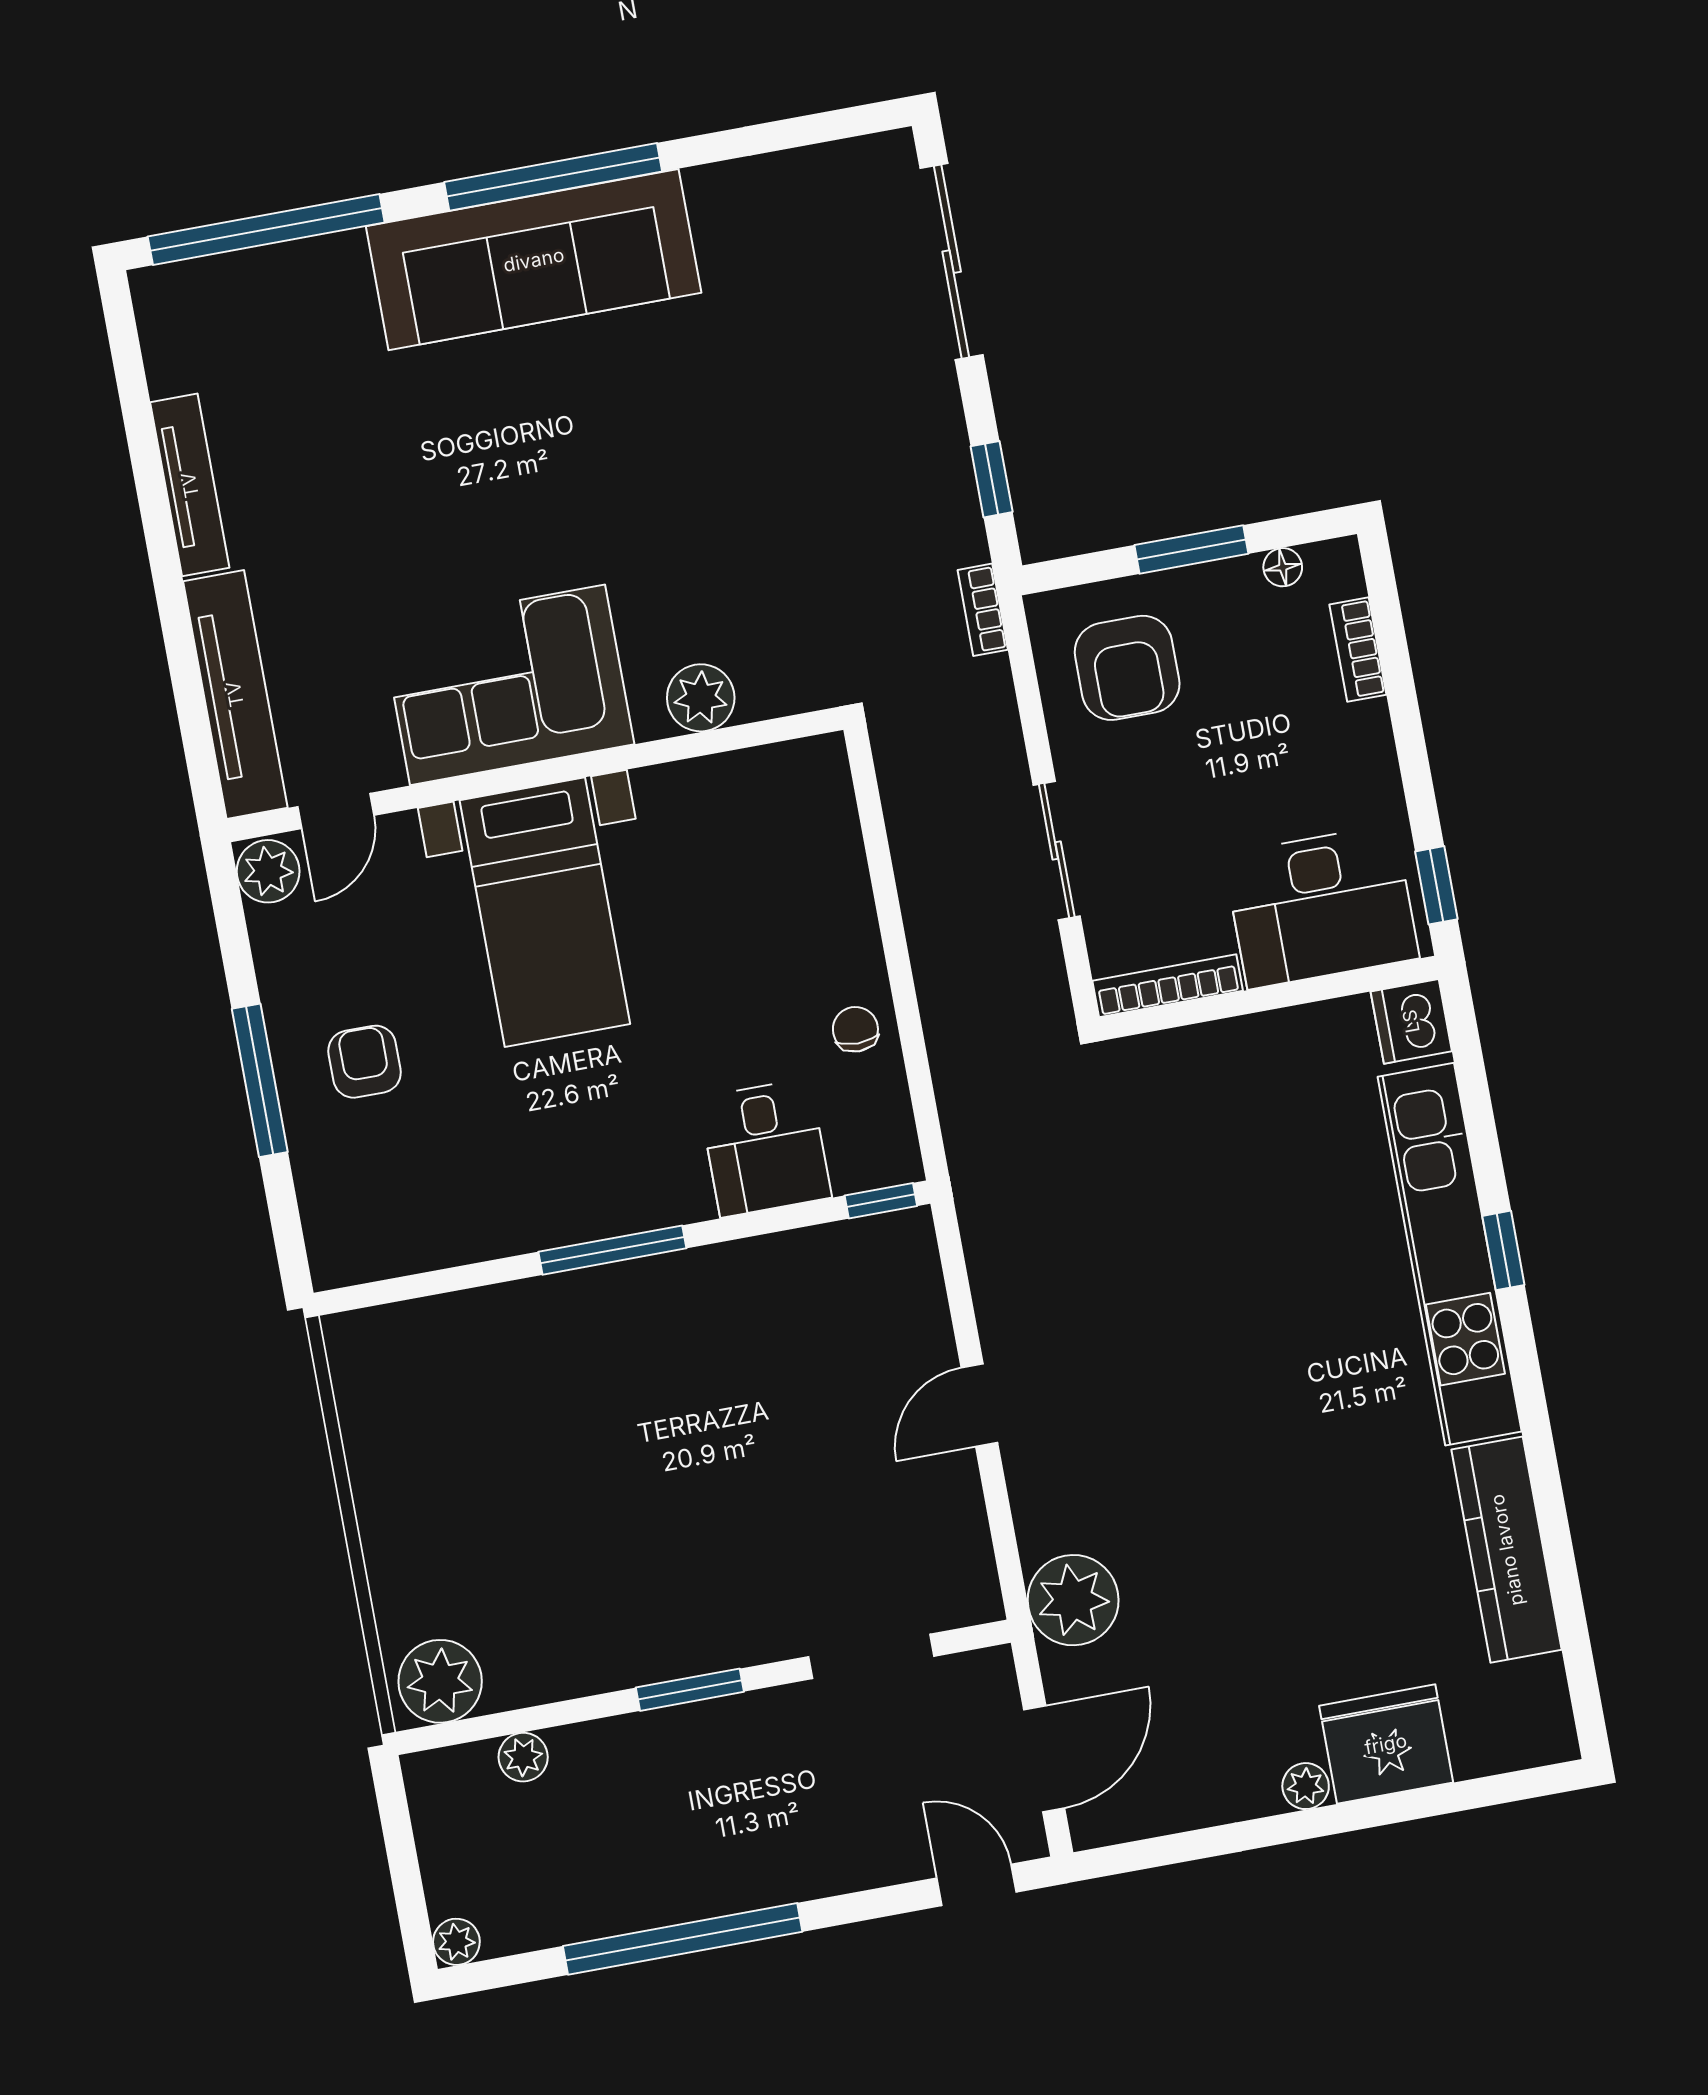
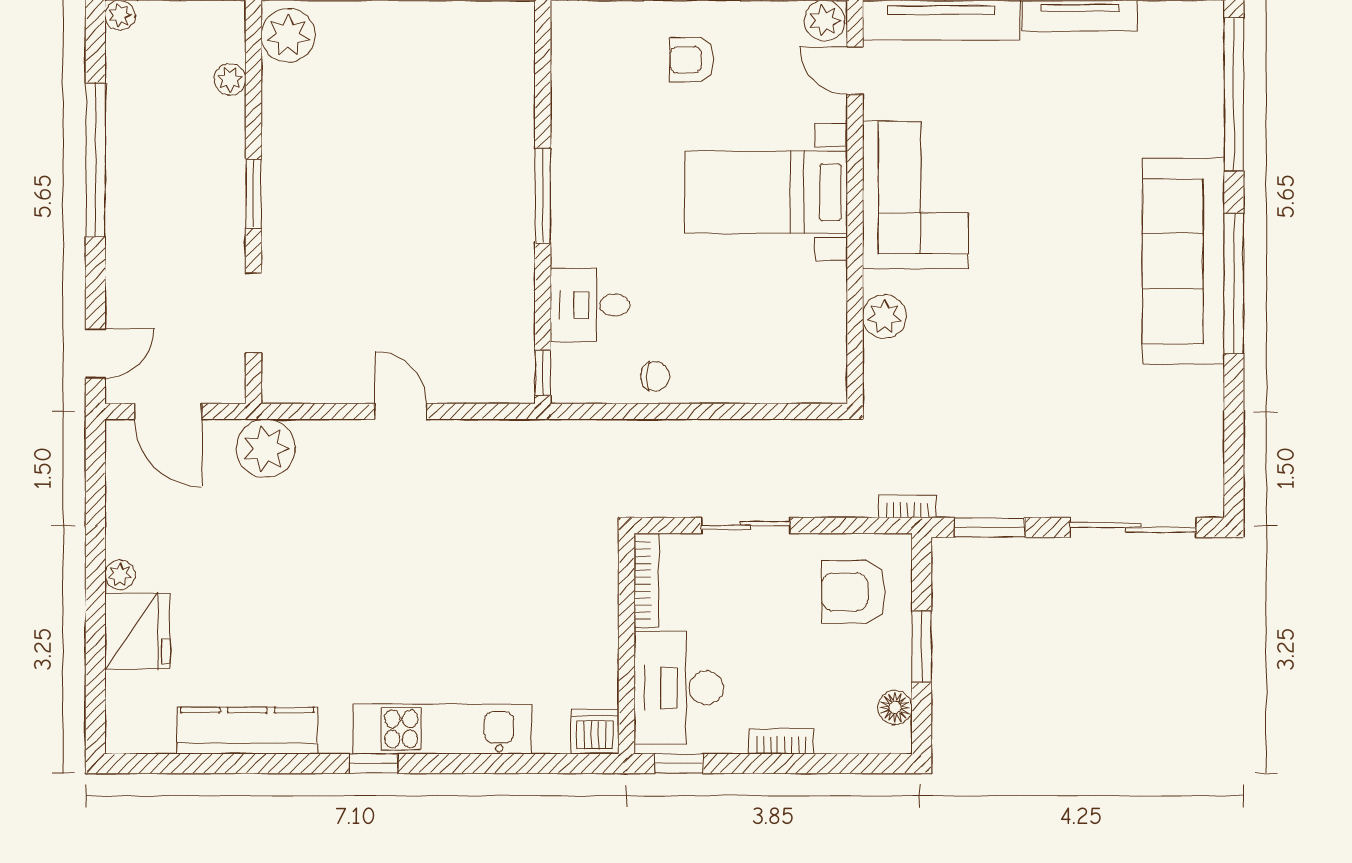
window: (992, 479) -> (990, 528), width x1.50
floor lamp: (1283, 567) -> (895, 707), width x1.37, depth x1.37
bookcase: (1358, 650) -> (781, 741), moved
armchair: (365, 1062) -> (692, 60), turned 180
window: (1503, 1250) -> (373, 764), moved
kitchen unit: (1450, 1254) -> (442, 729), width x0.73

